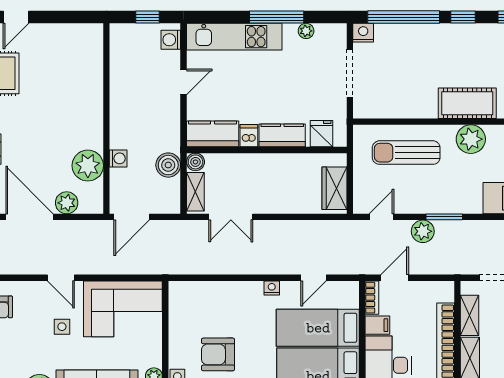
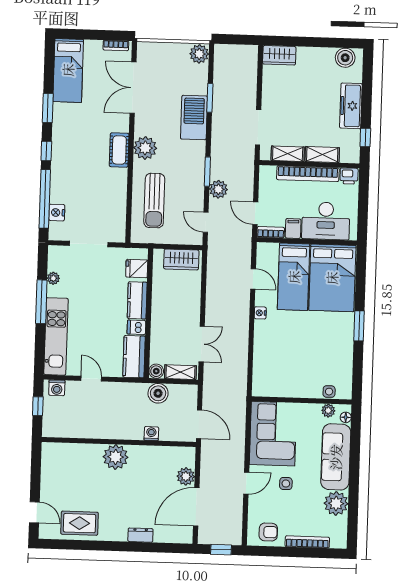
nightstand: (363, 33) -> (57, 213), moved
cot: (467, 103) -> (119, 150), width x0.73, depth x0.75
plant: (88, 166) -> (116, 457), moved
armchair: (218, 354) -> (312, 358), removed

